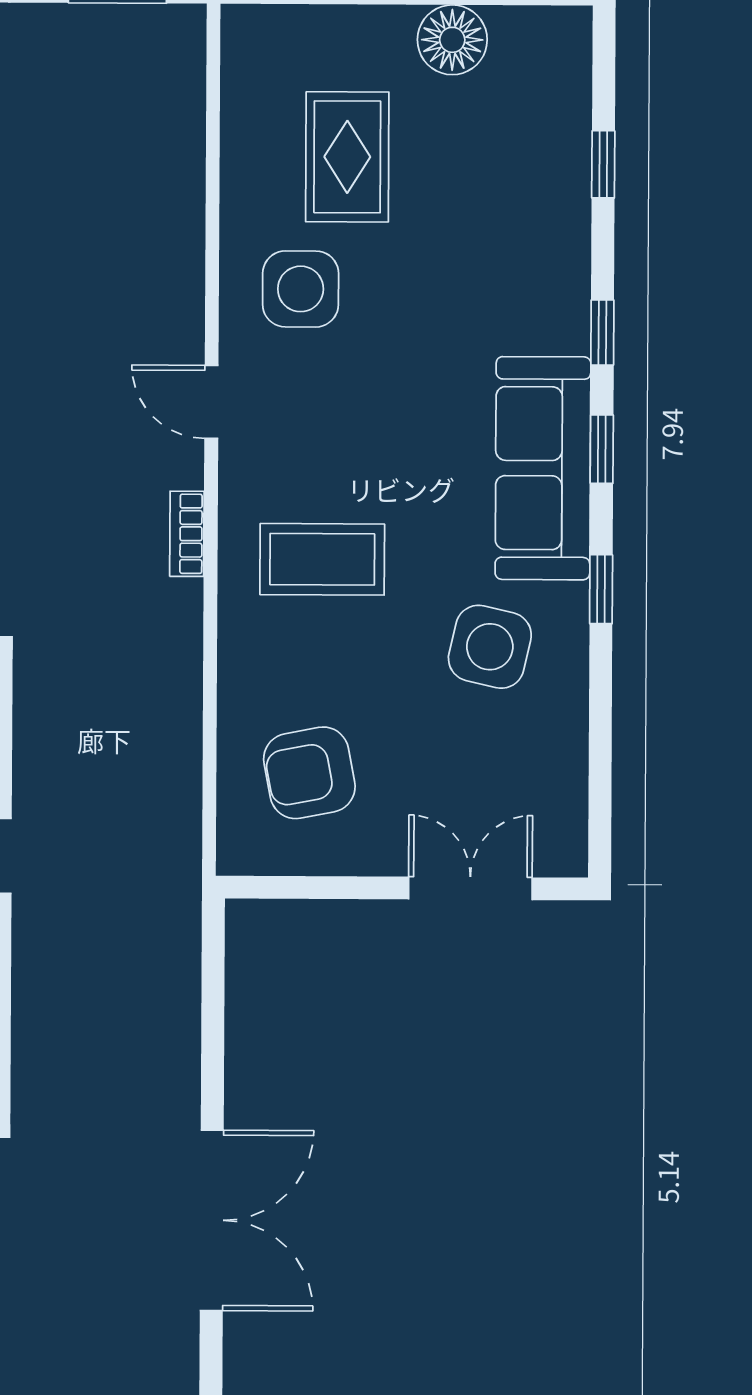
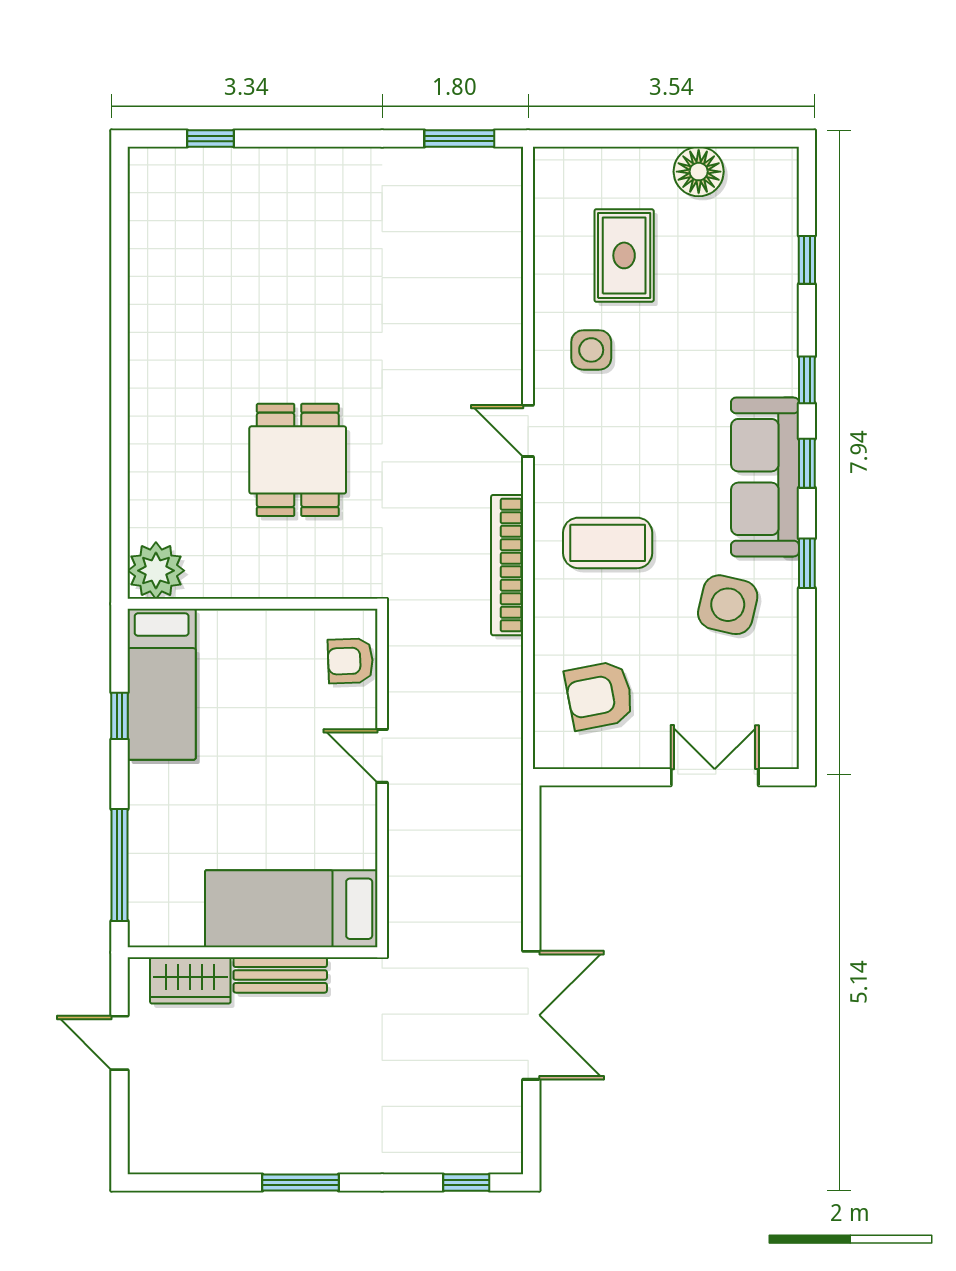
side table: (301, 289) -> (591, 350), width x0.73, depth x0.73
bookcase: (187, 534) -> (507, 565), width x2.31, depth x1.31

